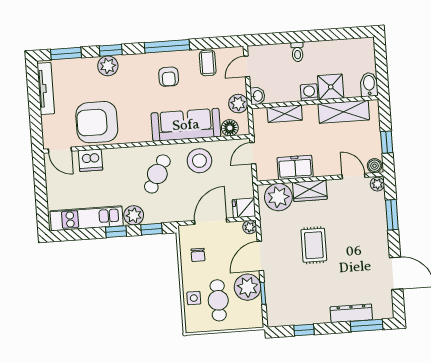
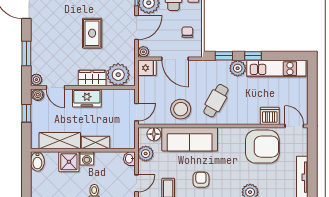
shelving: (285, 114) -> (96, 143), moved
freezer: (295, 167) -> (87, 98), moved
door: (211, 221) -> (175, 59), hinge flipped

